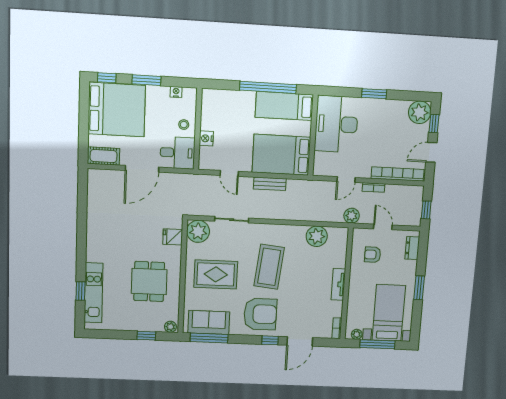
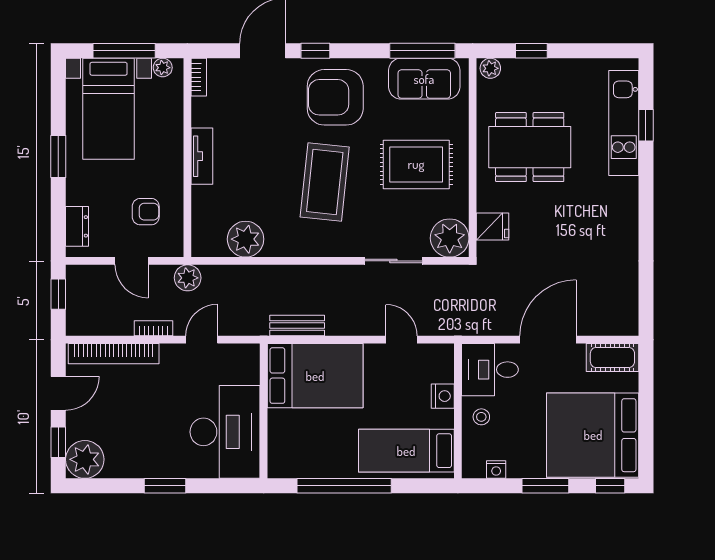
bed: (284, 106) -> (406, 451), moved, turned 180
bench: (270, 184) -> (297, 326), moved
dining table: (149, 281) -> (530, 147), width x1.37

